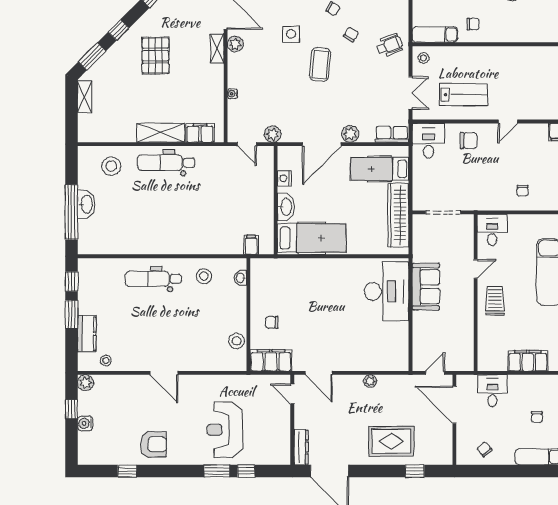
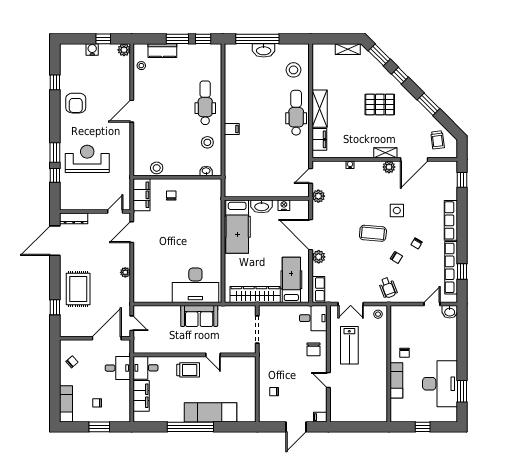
exam couch: (435, 34) -> (396, 380), moved
desk: (492, 230) -> (146, 368), moved, turned 180
filing cabinet: (251, 245) -> (232, 129), moved

